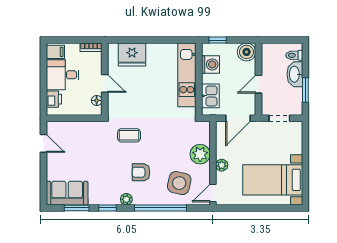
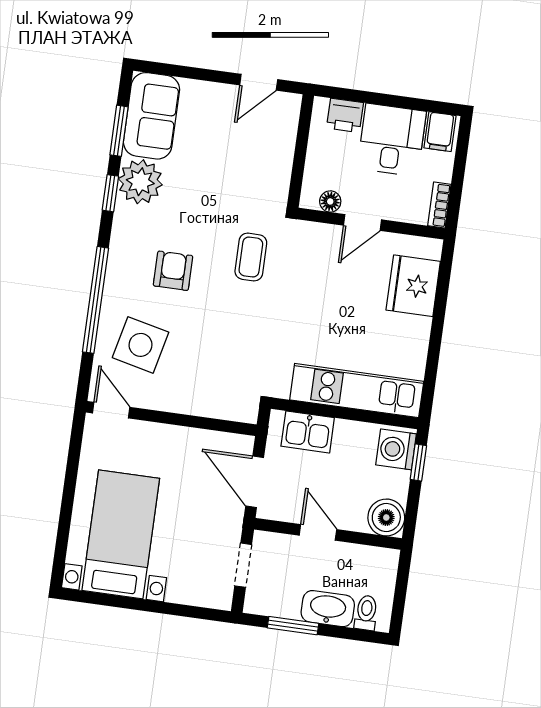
washing machine: (210, 64) -> (396, 449), moved, turned 90
plant: (200, 154) -> (193, 395), removed
plant: (222, 165) -> (165, 436), removed
plant: (126, 199) -> (140, 182), moved, width x1.87, depth x1.87

